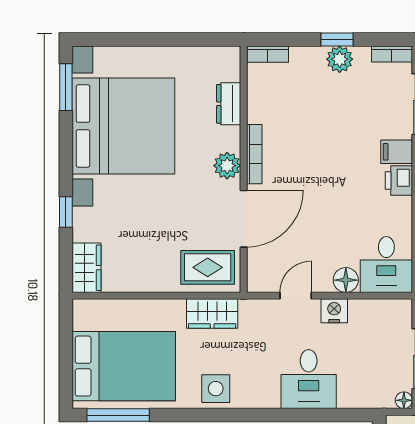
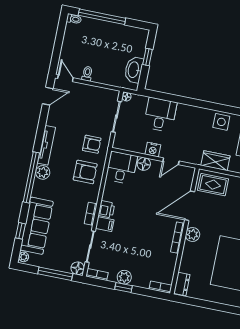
dresser: (229, 104) -> (182, 284), moved
desk: (309, 379) -> (160, 115), moved

